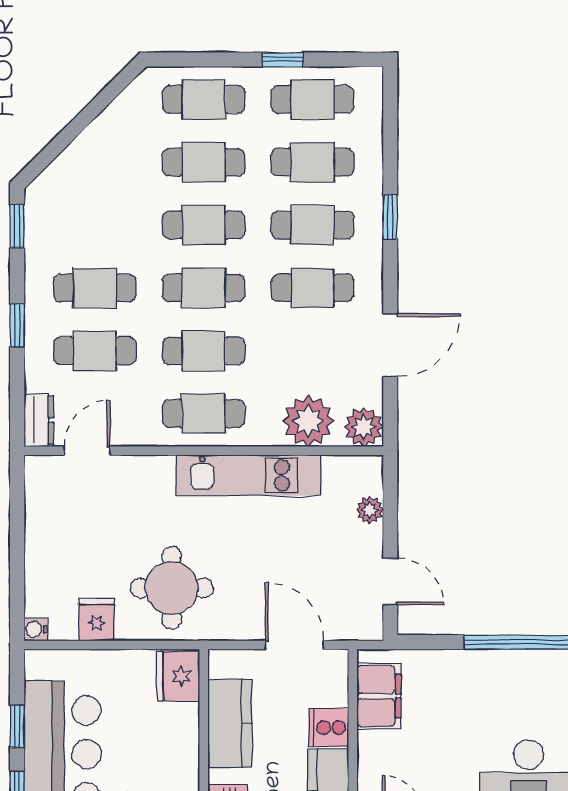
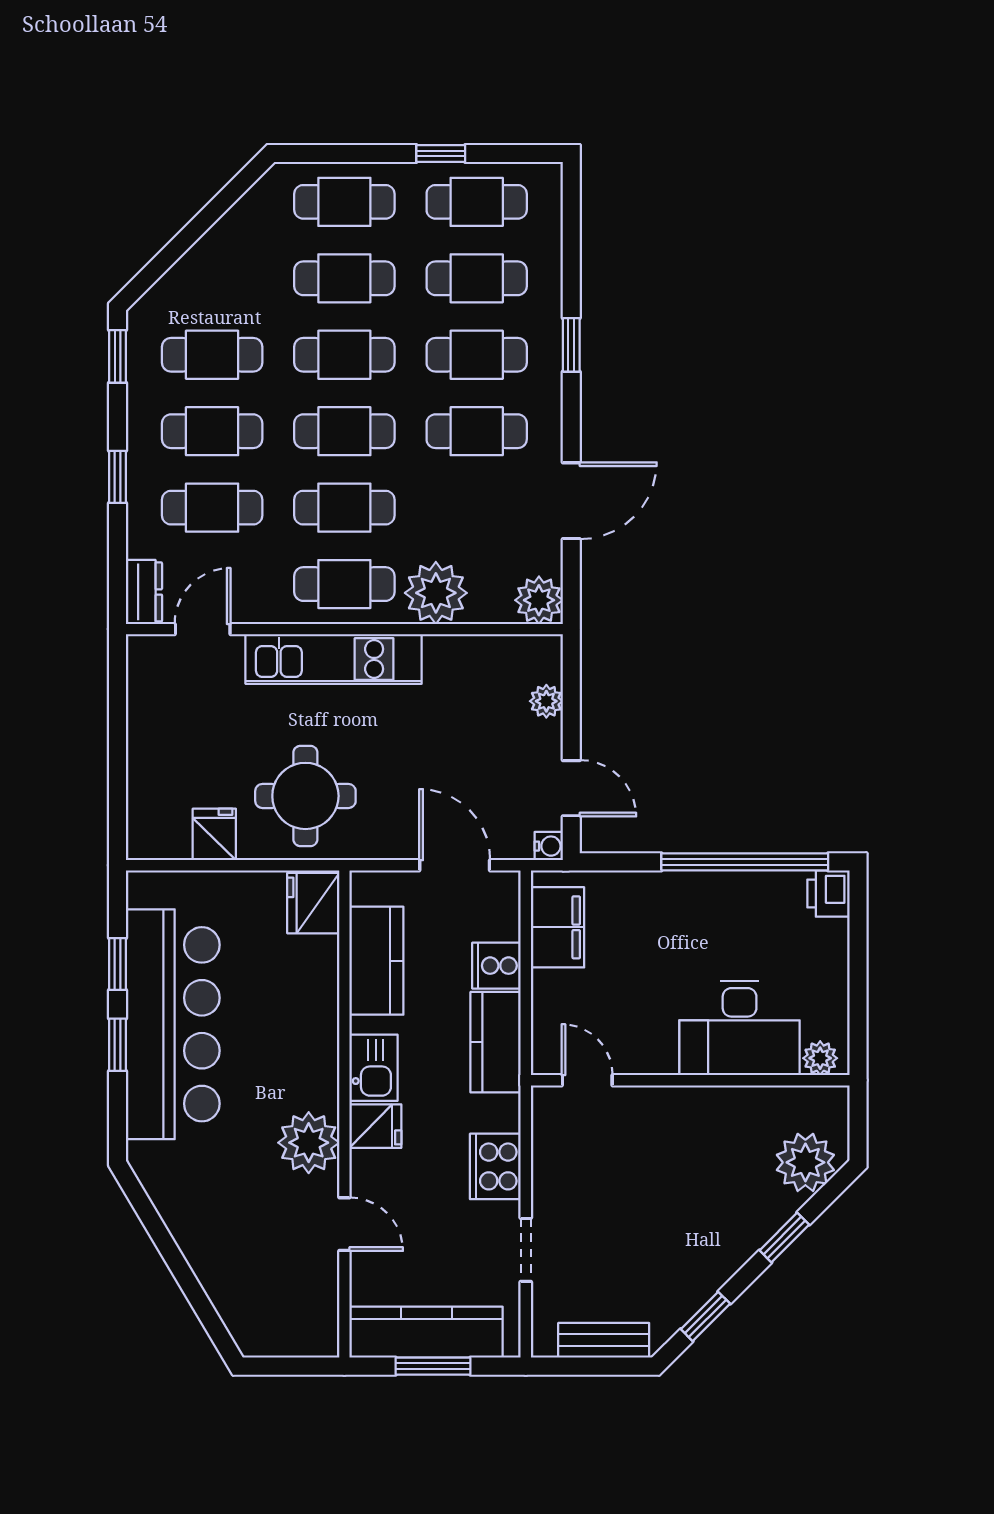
cafe table: (95, 225) -> (212, 355), added
plant: (308, 421) -> (436, 593), moved
kitchen unit: (249, 475) -> (334, 659), moved
water cooler: (36, 629) -> (549, 846), moved, turned 180

